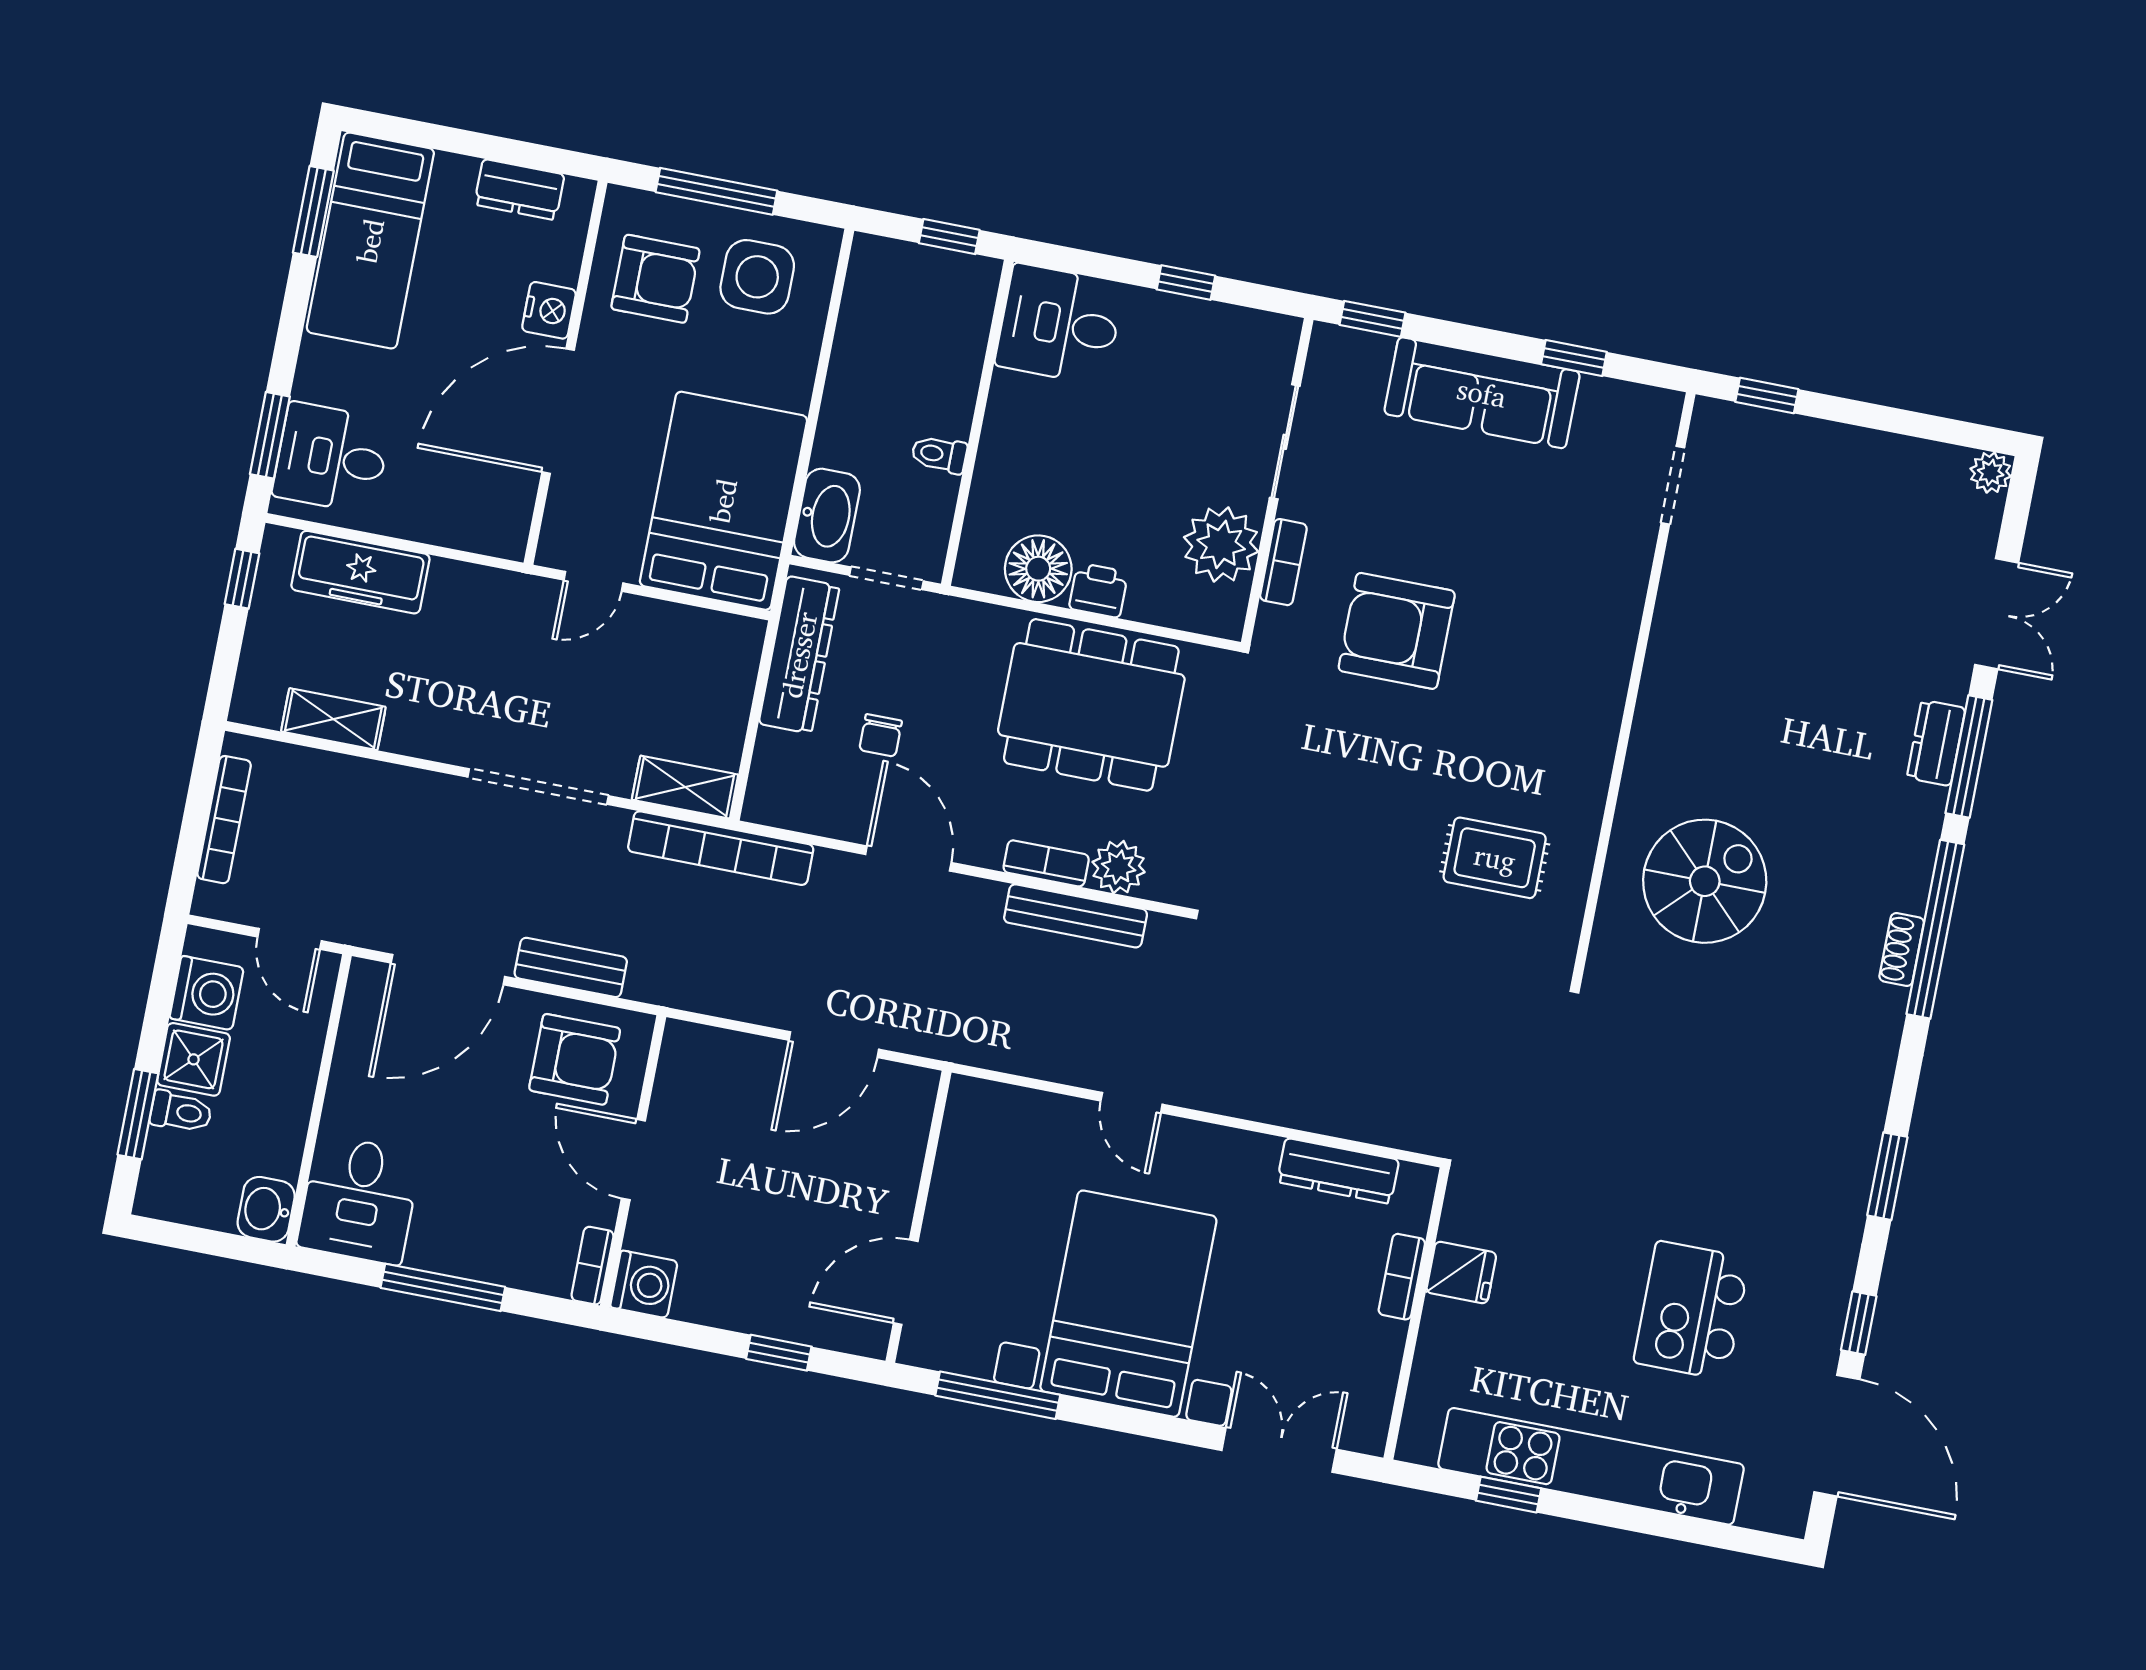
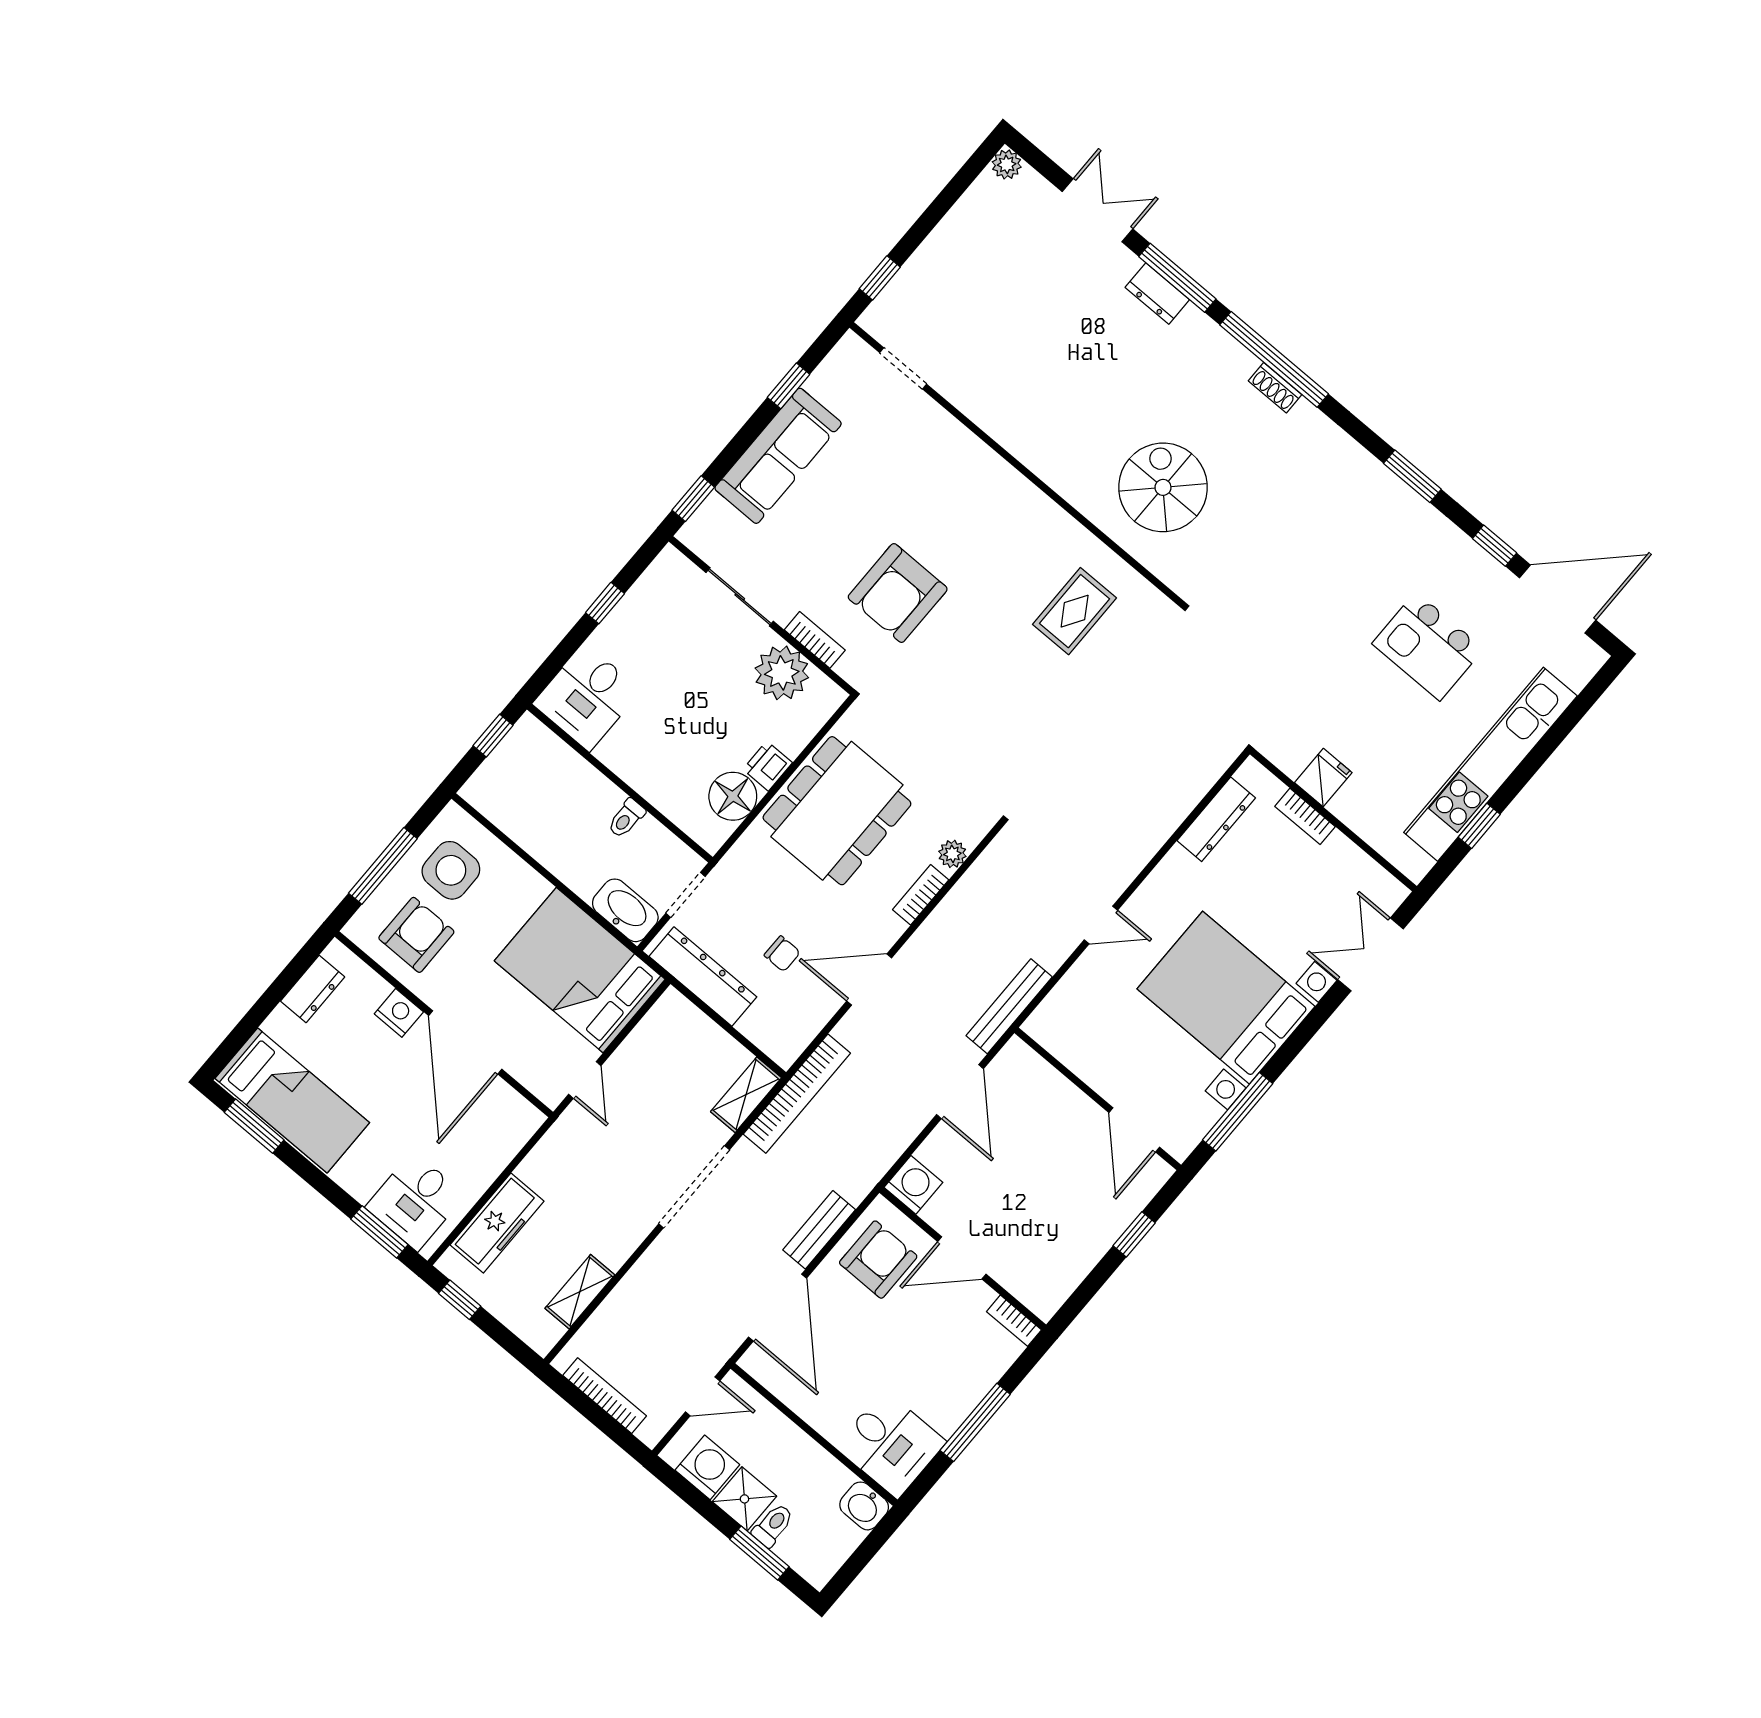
plant: (1119, 867) -> (952, 854), width x0.73, depth x0.73
bench: (1076, 916) -> (1009, 1006), moved
washing machine: (644, 1284) -> (913, 1185), moved

